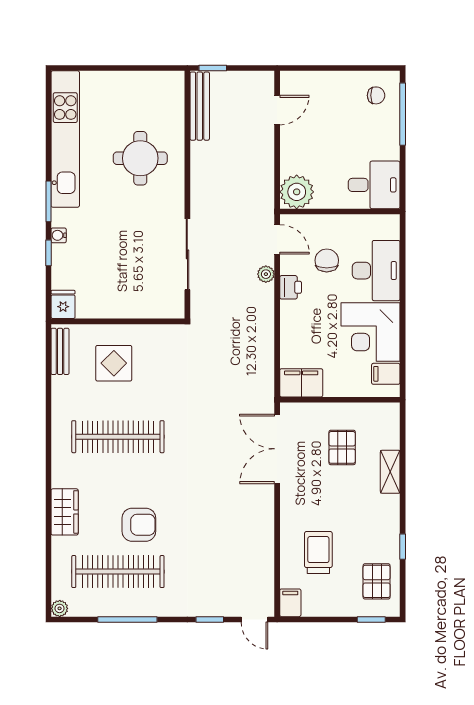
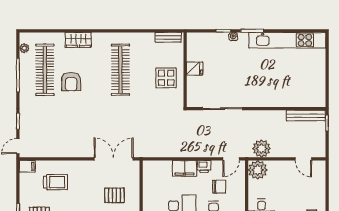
round table: (140, 158) -> (276, 82), removed
plant: (266, 274) -> (261, 149), moved, width x1.88, depth x1.88
fridge: (63, 304) -> (195, 69), moved
display table: (114, 363) -> (166, 78), moved
filing cabinet: (301, 383) -> (184, 168), moved, turned 90
plant: (60, 608) -> (24, 48), moved

